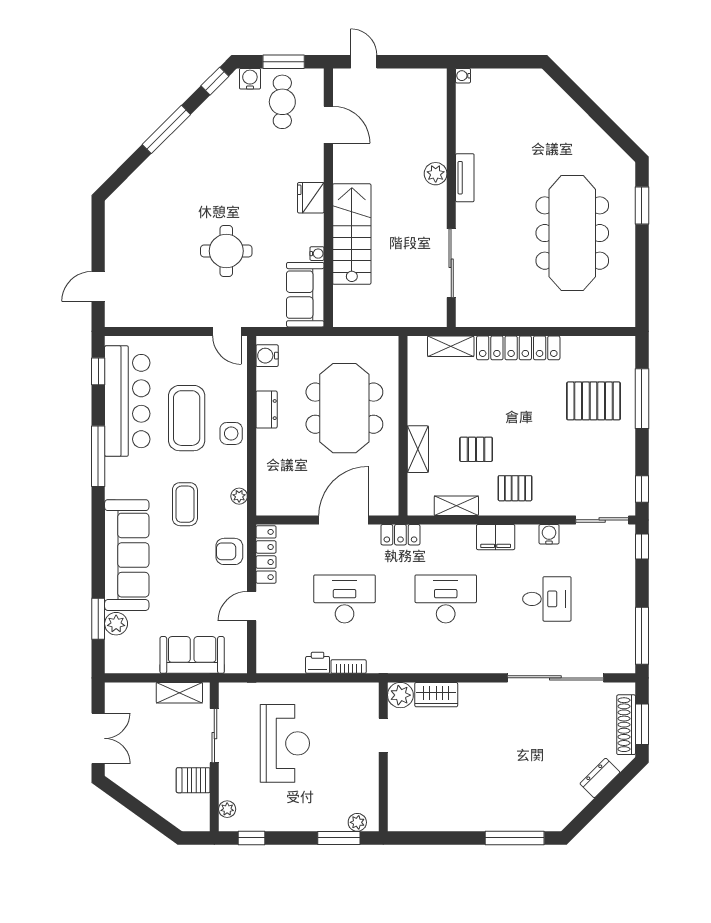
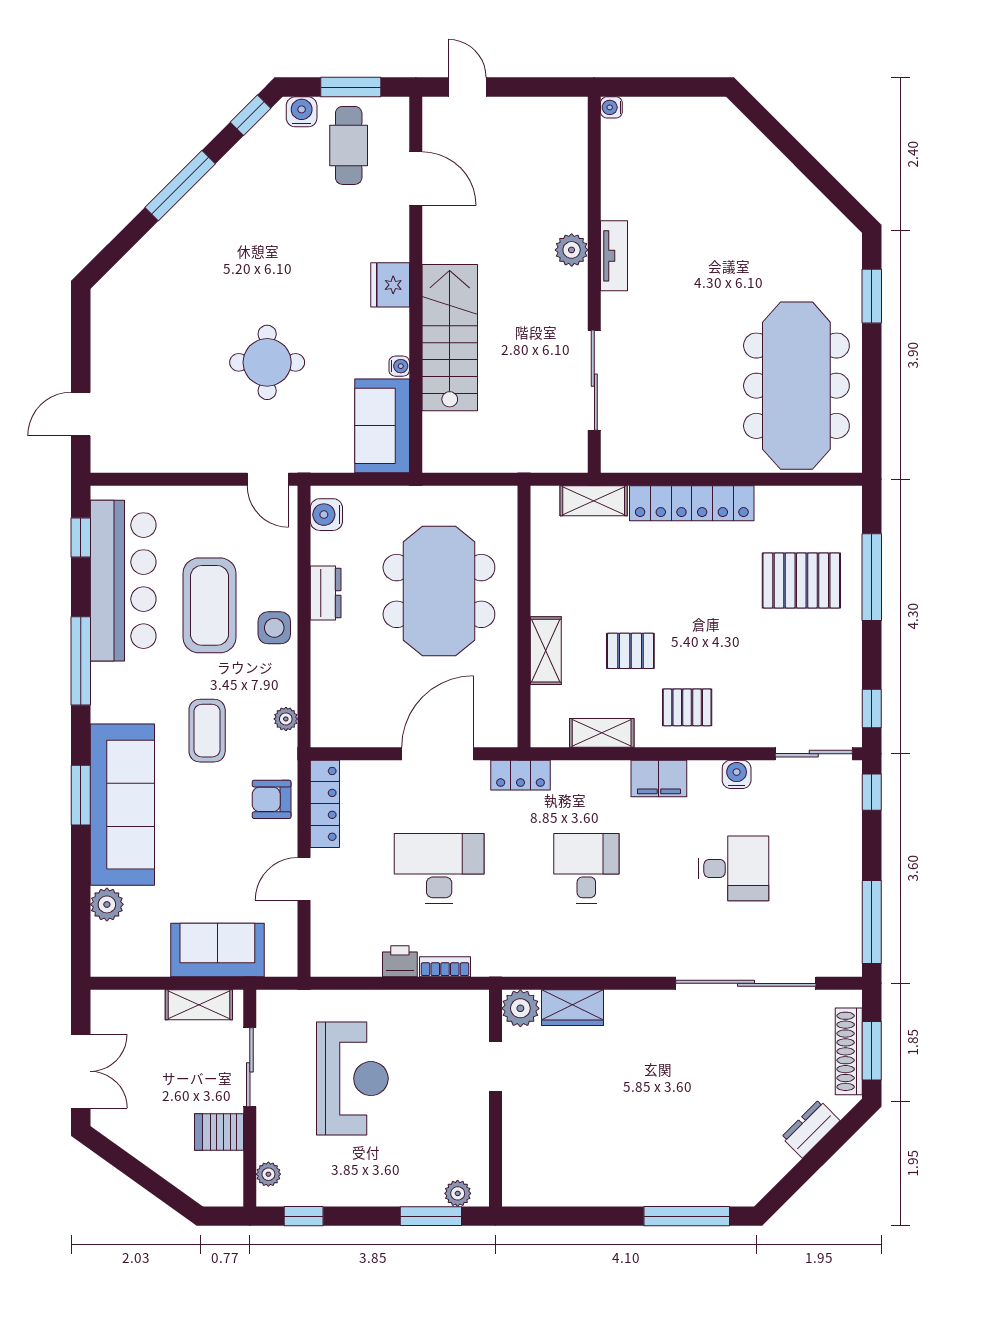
meeting table: (572, 233) -> (796, 386), moved
desk: (446, 599) -> (586, 868), width x0.73
window: (98, 619) -> (81, 795), moved

